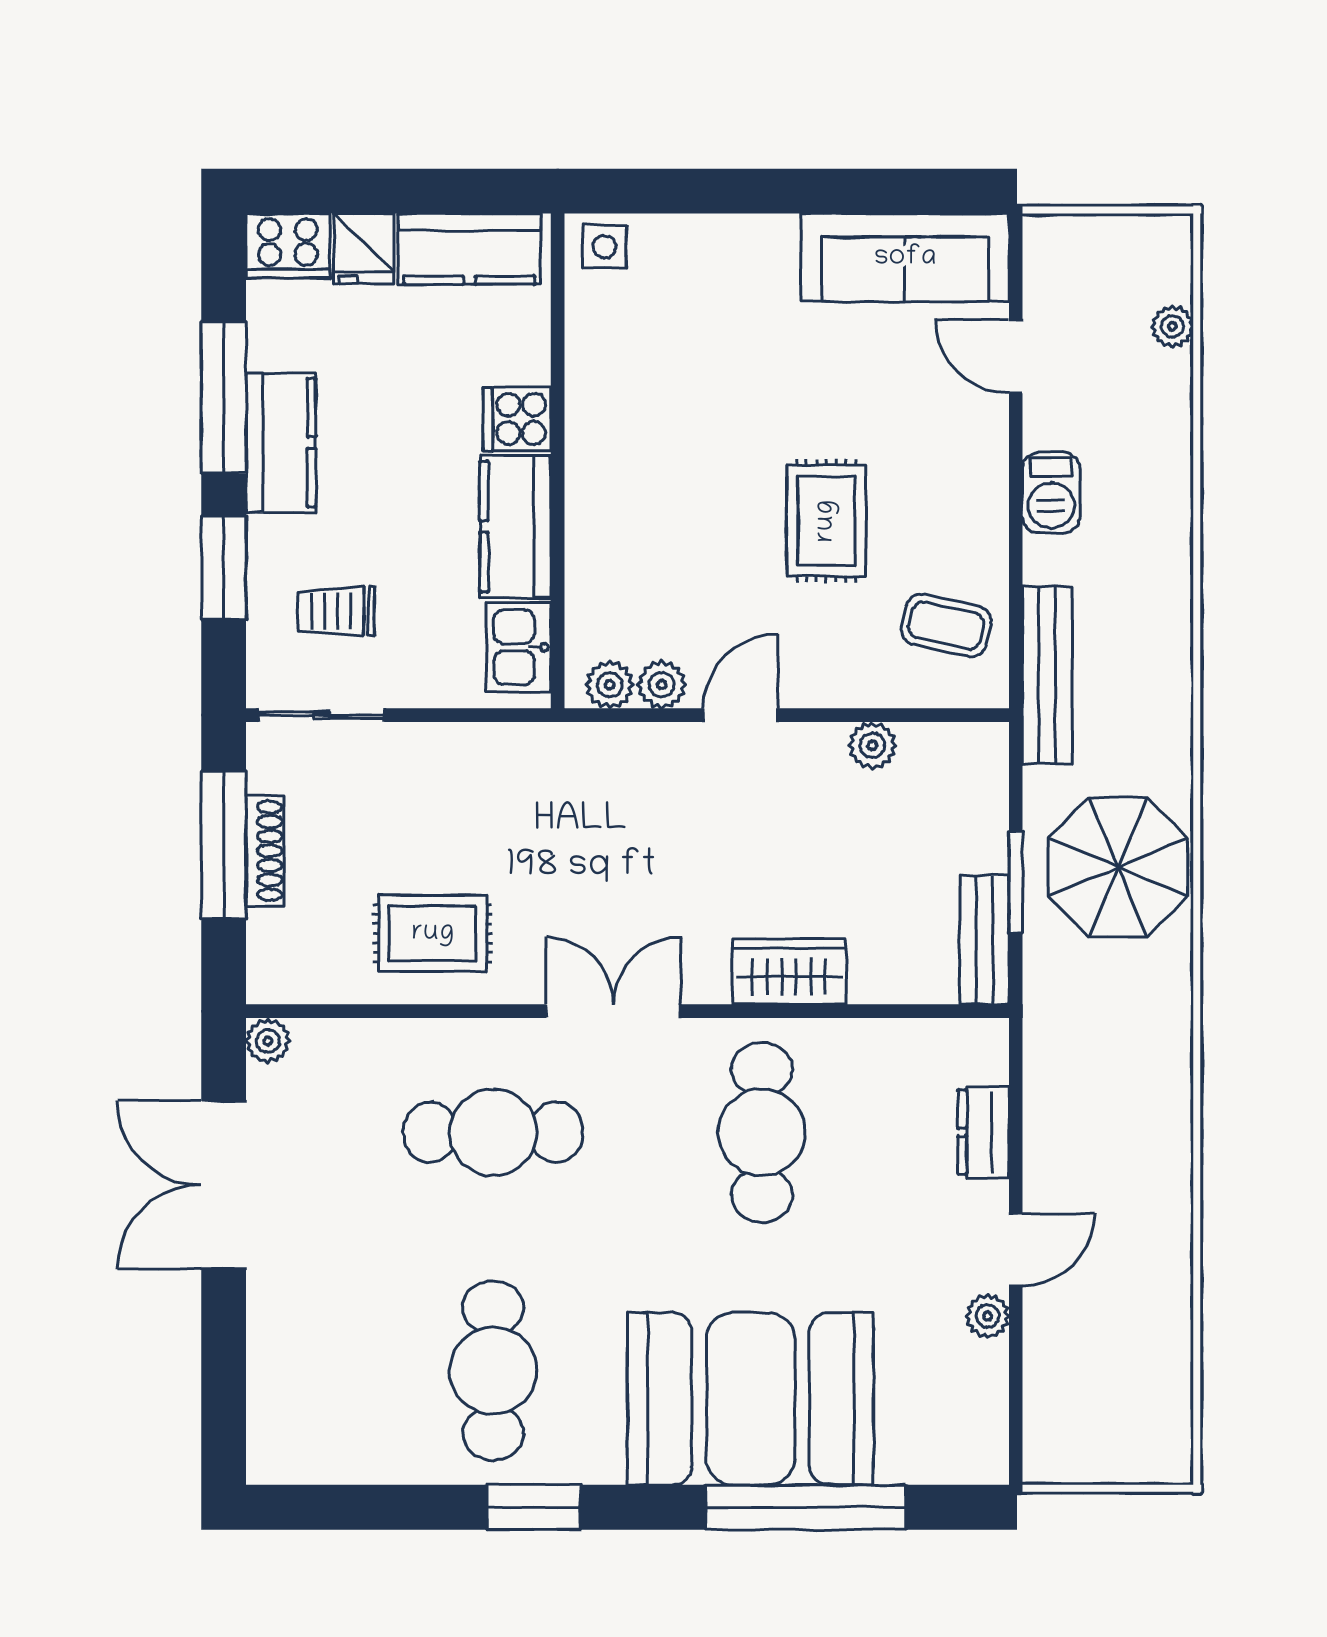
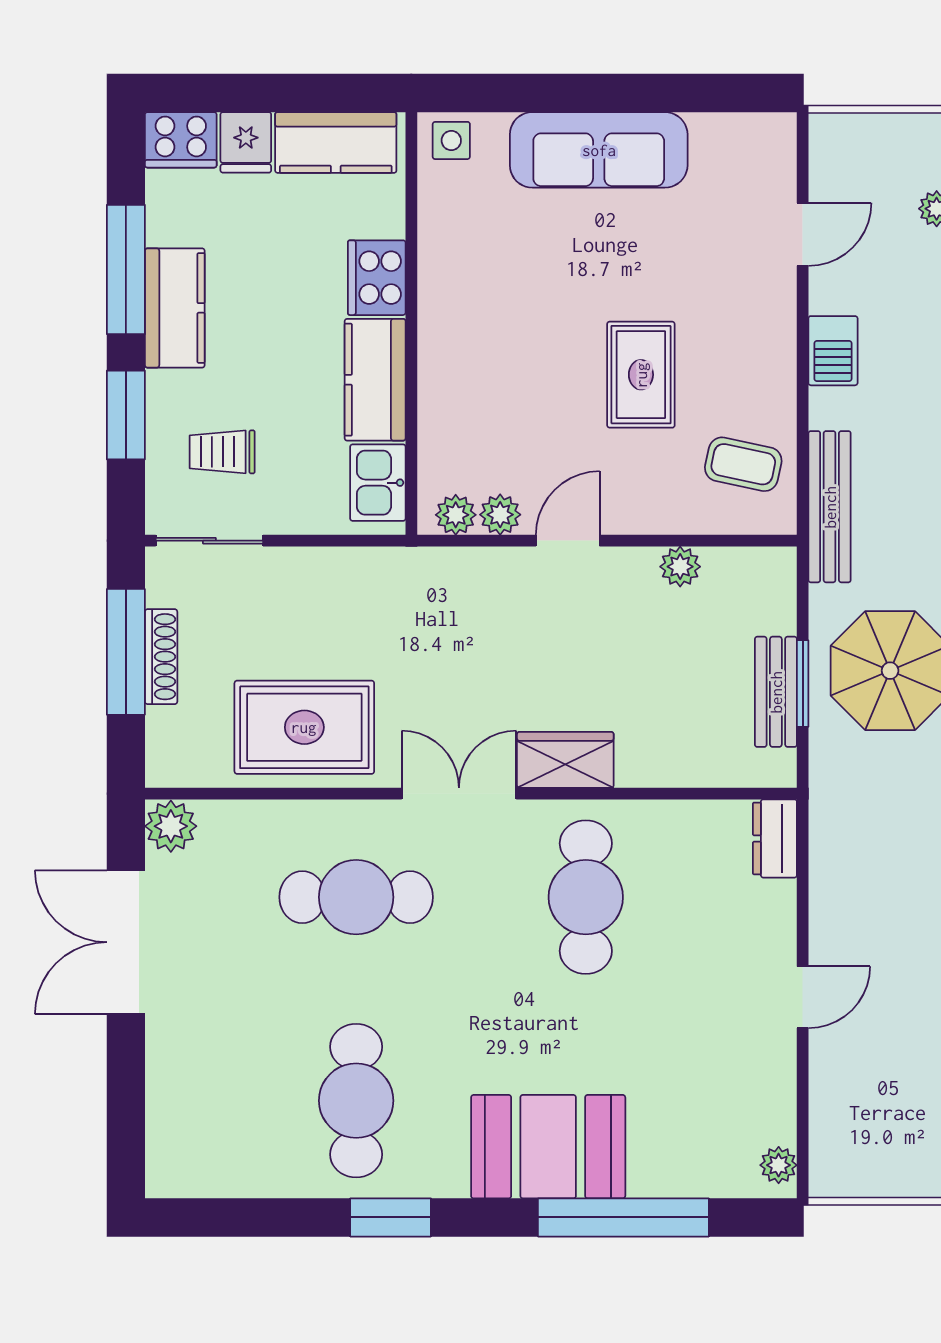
sofa: (905, 258) -> (599, 150), moved
door: (1016, 357) -> (803, 234), swing flipped
cooker: (517, 419) -> (377, 278), width x1.36
rug: (433, 933) -> (304, 727), width x1.36, depth x1.43
bench: (984, 940) -> (776, 692), moved
wardrobe: (789, 972) -> (565, 760), moved
plant: (268, 1041) -> (171, 826), width x1.38, depth x1.38
dresser: (983, 1132) -> (775, 838), moved
plant: (988, 1316) -> (779, 1165), moved
booth: (751, 1399) -> (548, 1147), width x0.73, depth x0.70

